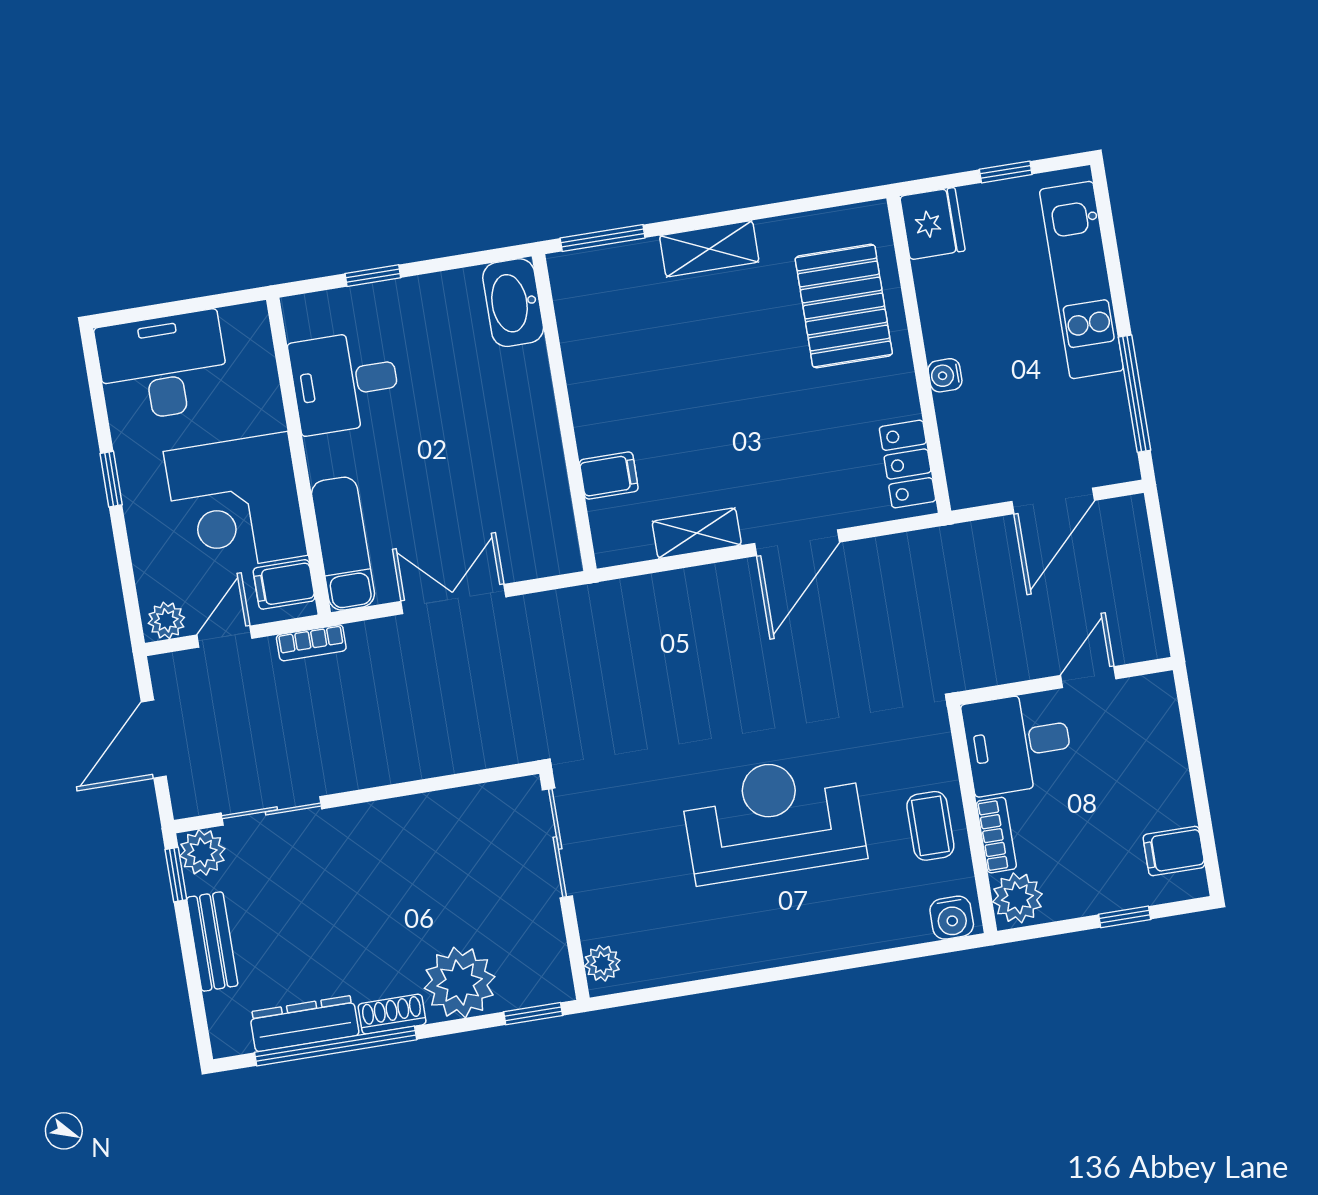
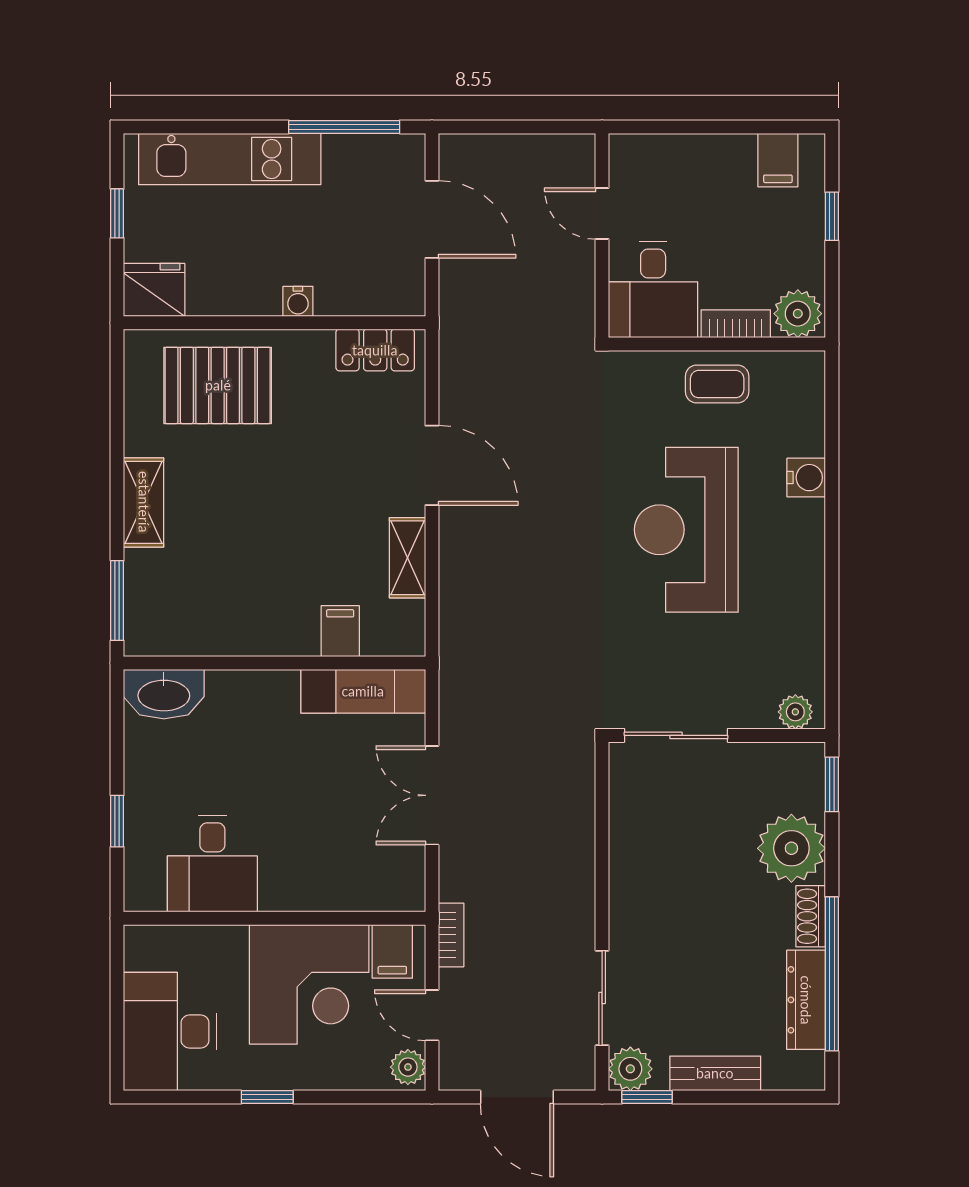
exam couch: (343, 544) -> (363, 691), moved, turned 180
water cooler: (952, 918) -> (806, 478), moved

